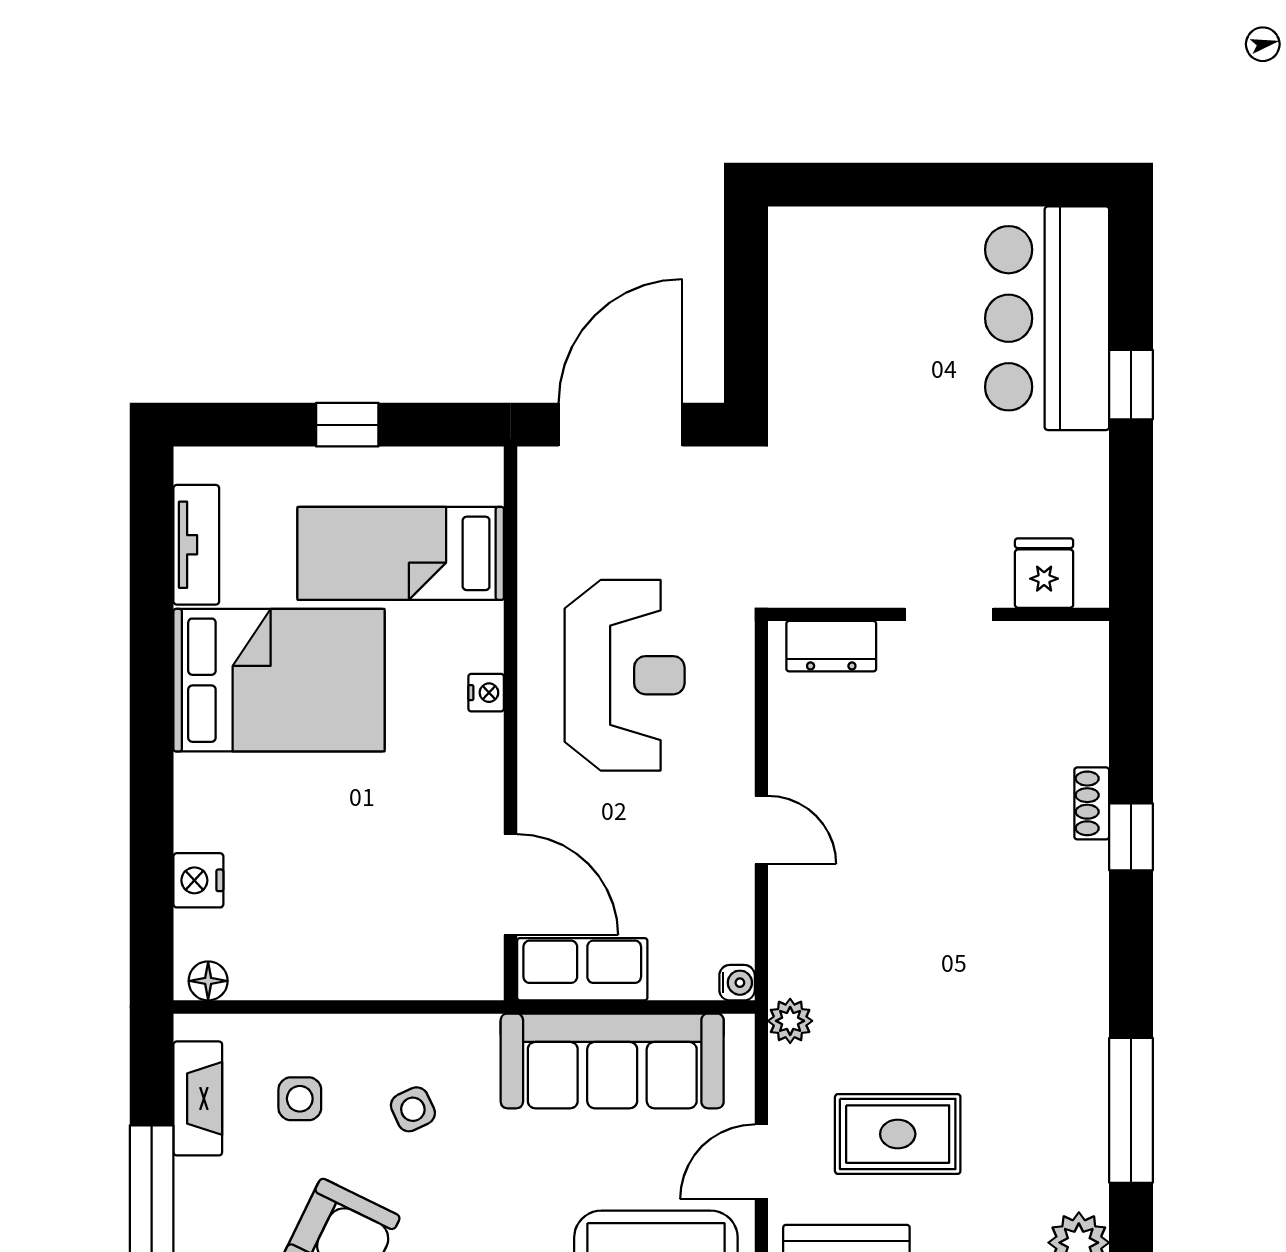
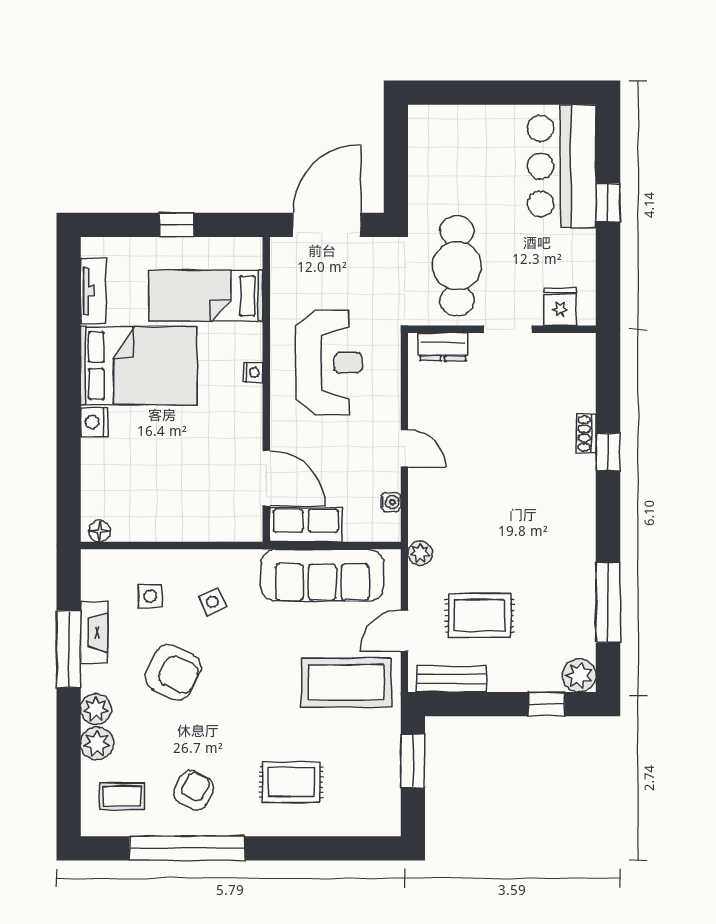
cafe table: (857, 499) -> (457, 266), added
nightstand: (198, 880) -> (94, 422), moved
water cooler: (737, 983) -> (391, 502), moved
fireplace: (198, 1098) -> (94, 632), moved

